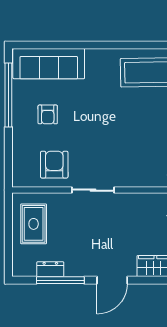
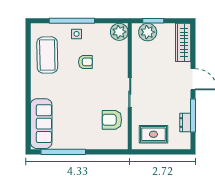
armchair: (48, 114) -> (85, 62), moved

